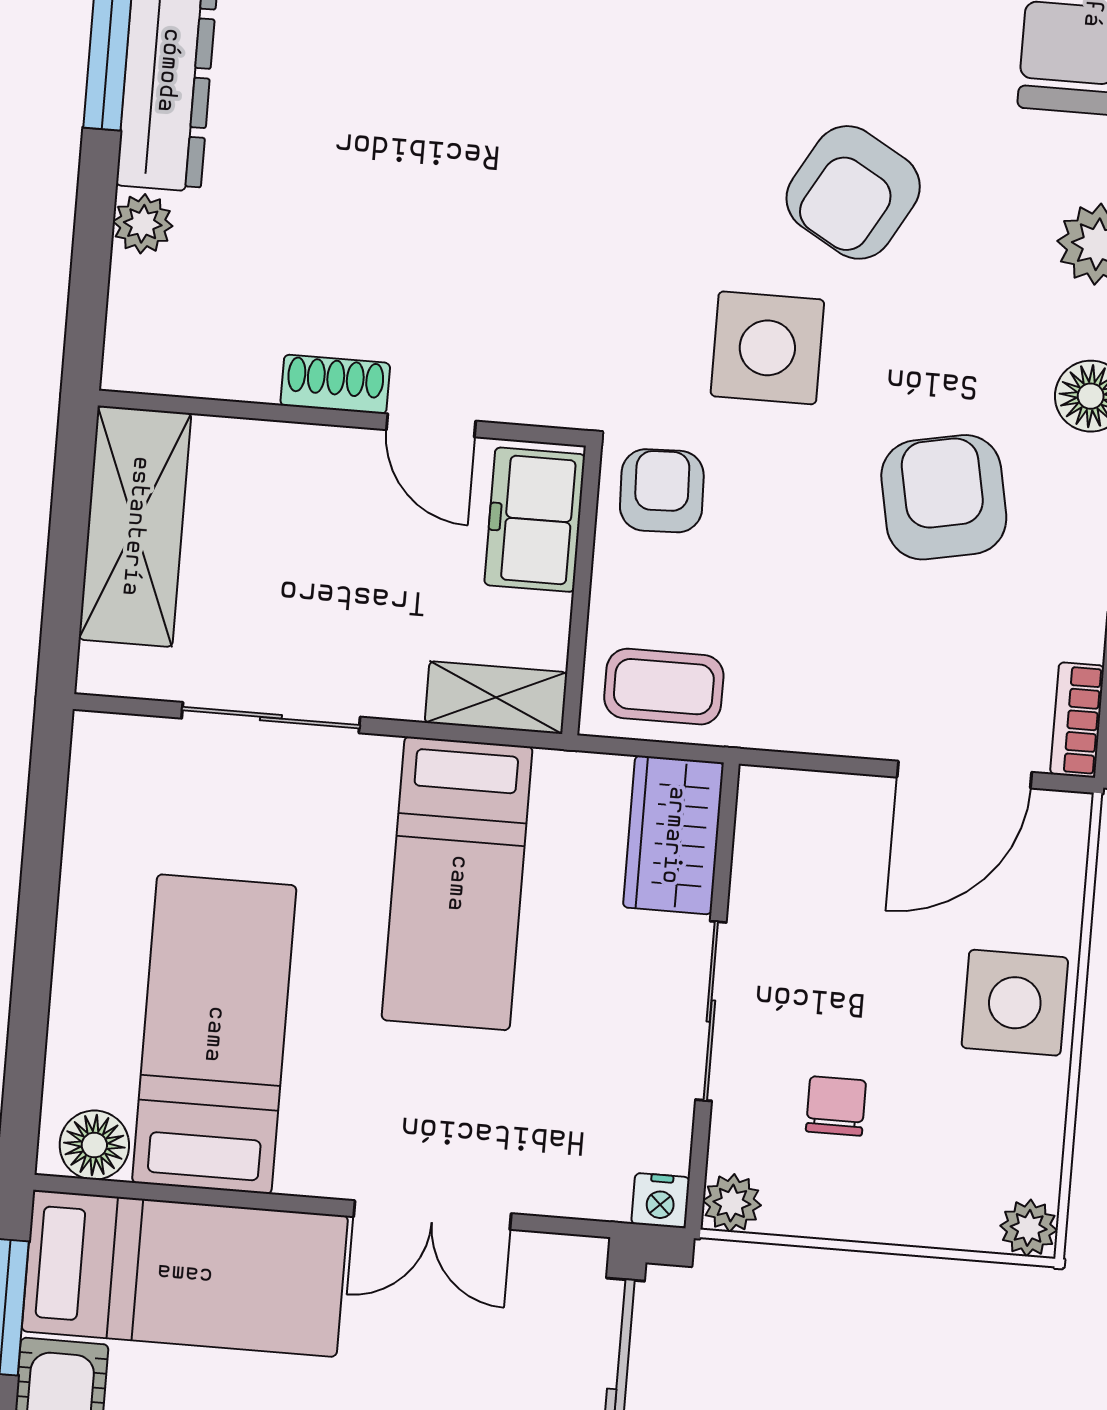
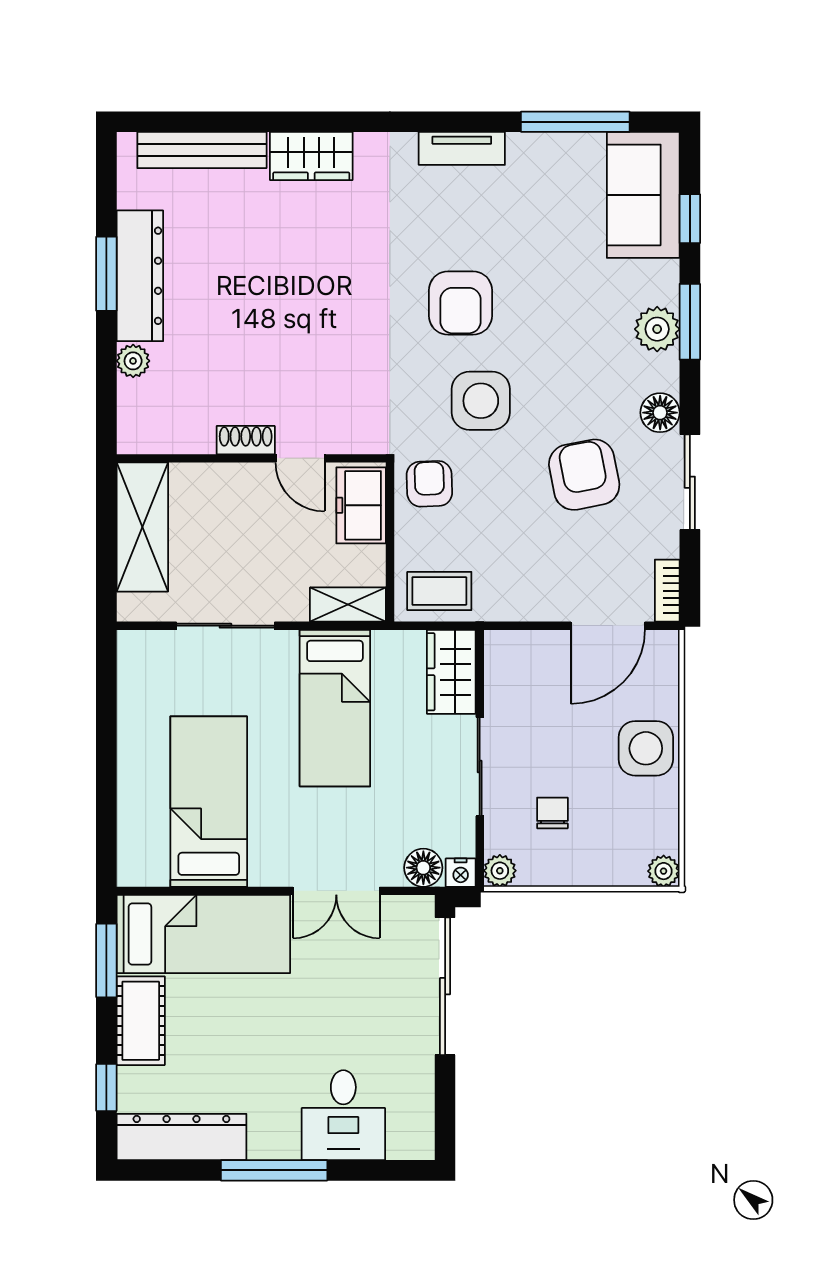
armchair: (853, 192) -> (460, 303), moved, turned -30
floor lamp: (94, 1145) -> (423, 868), moved

